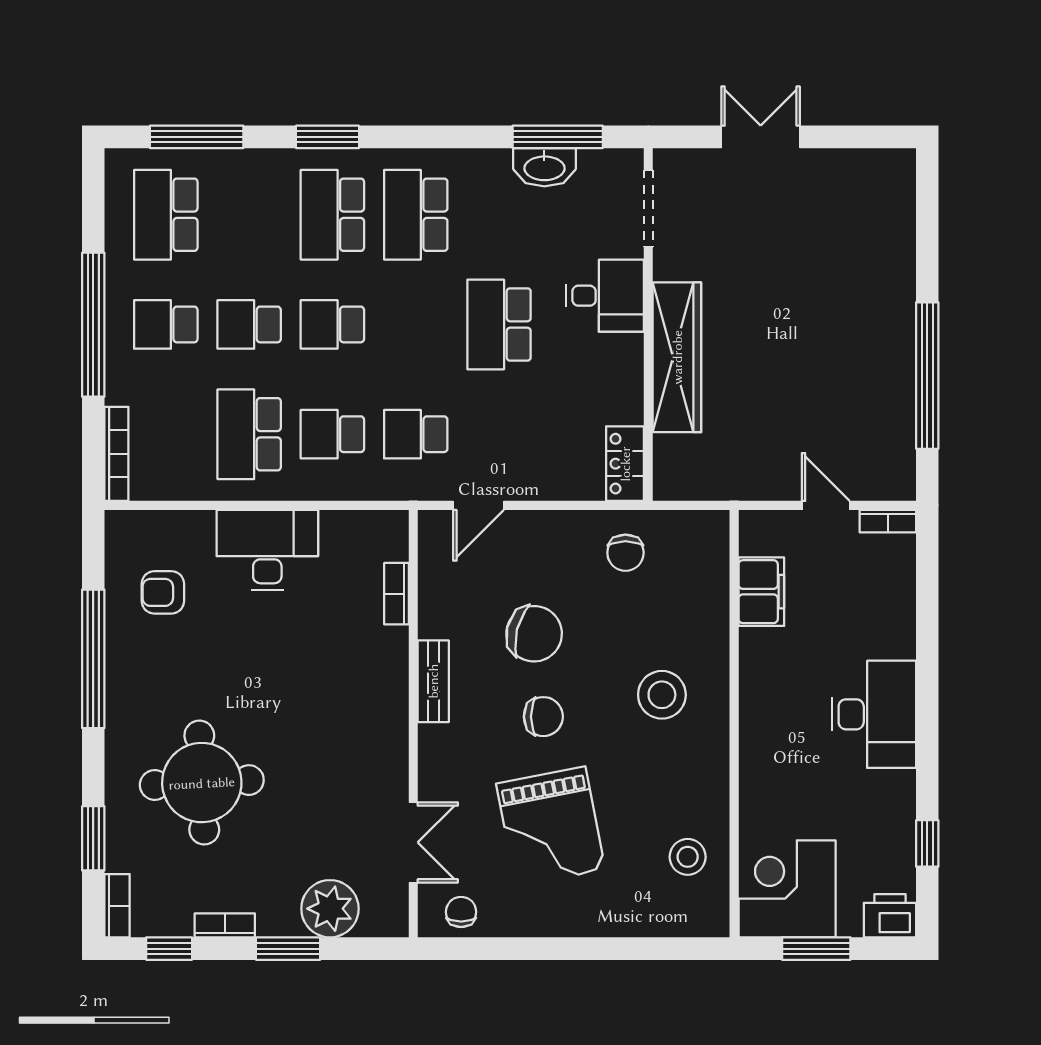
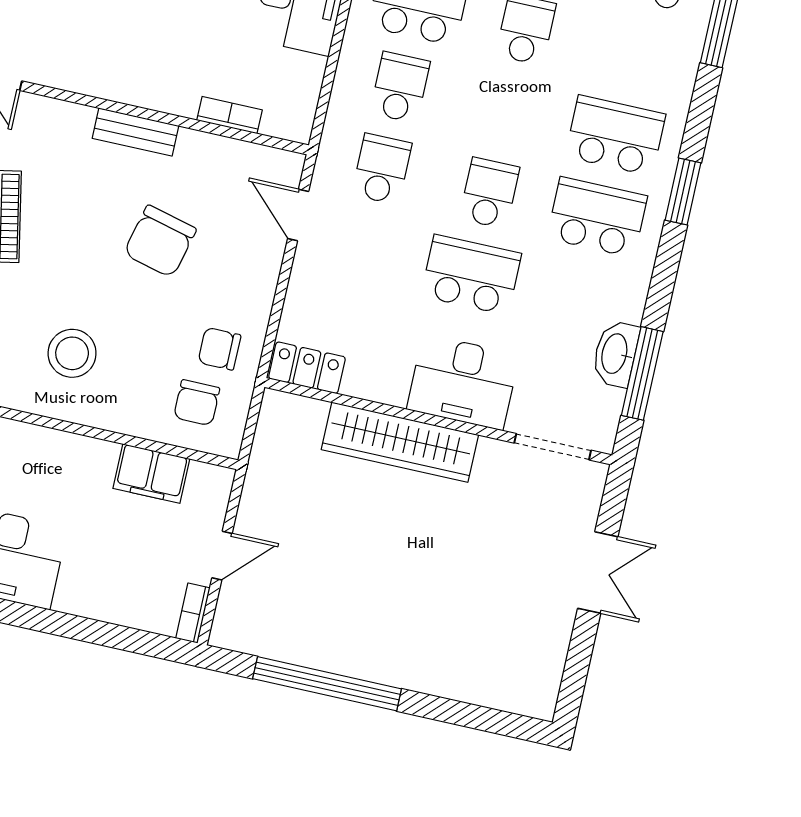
window: (327, 137) -> (683, 192), moved
desk: (605, 296) -> (463, 382), width x1.37
school desk: (332, 324) -> (489, 193), moved
chair: (543, 717) -> (197, 403), moved

